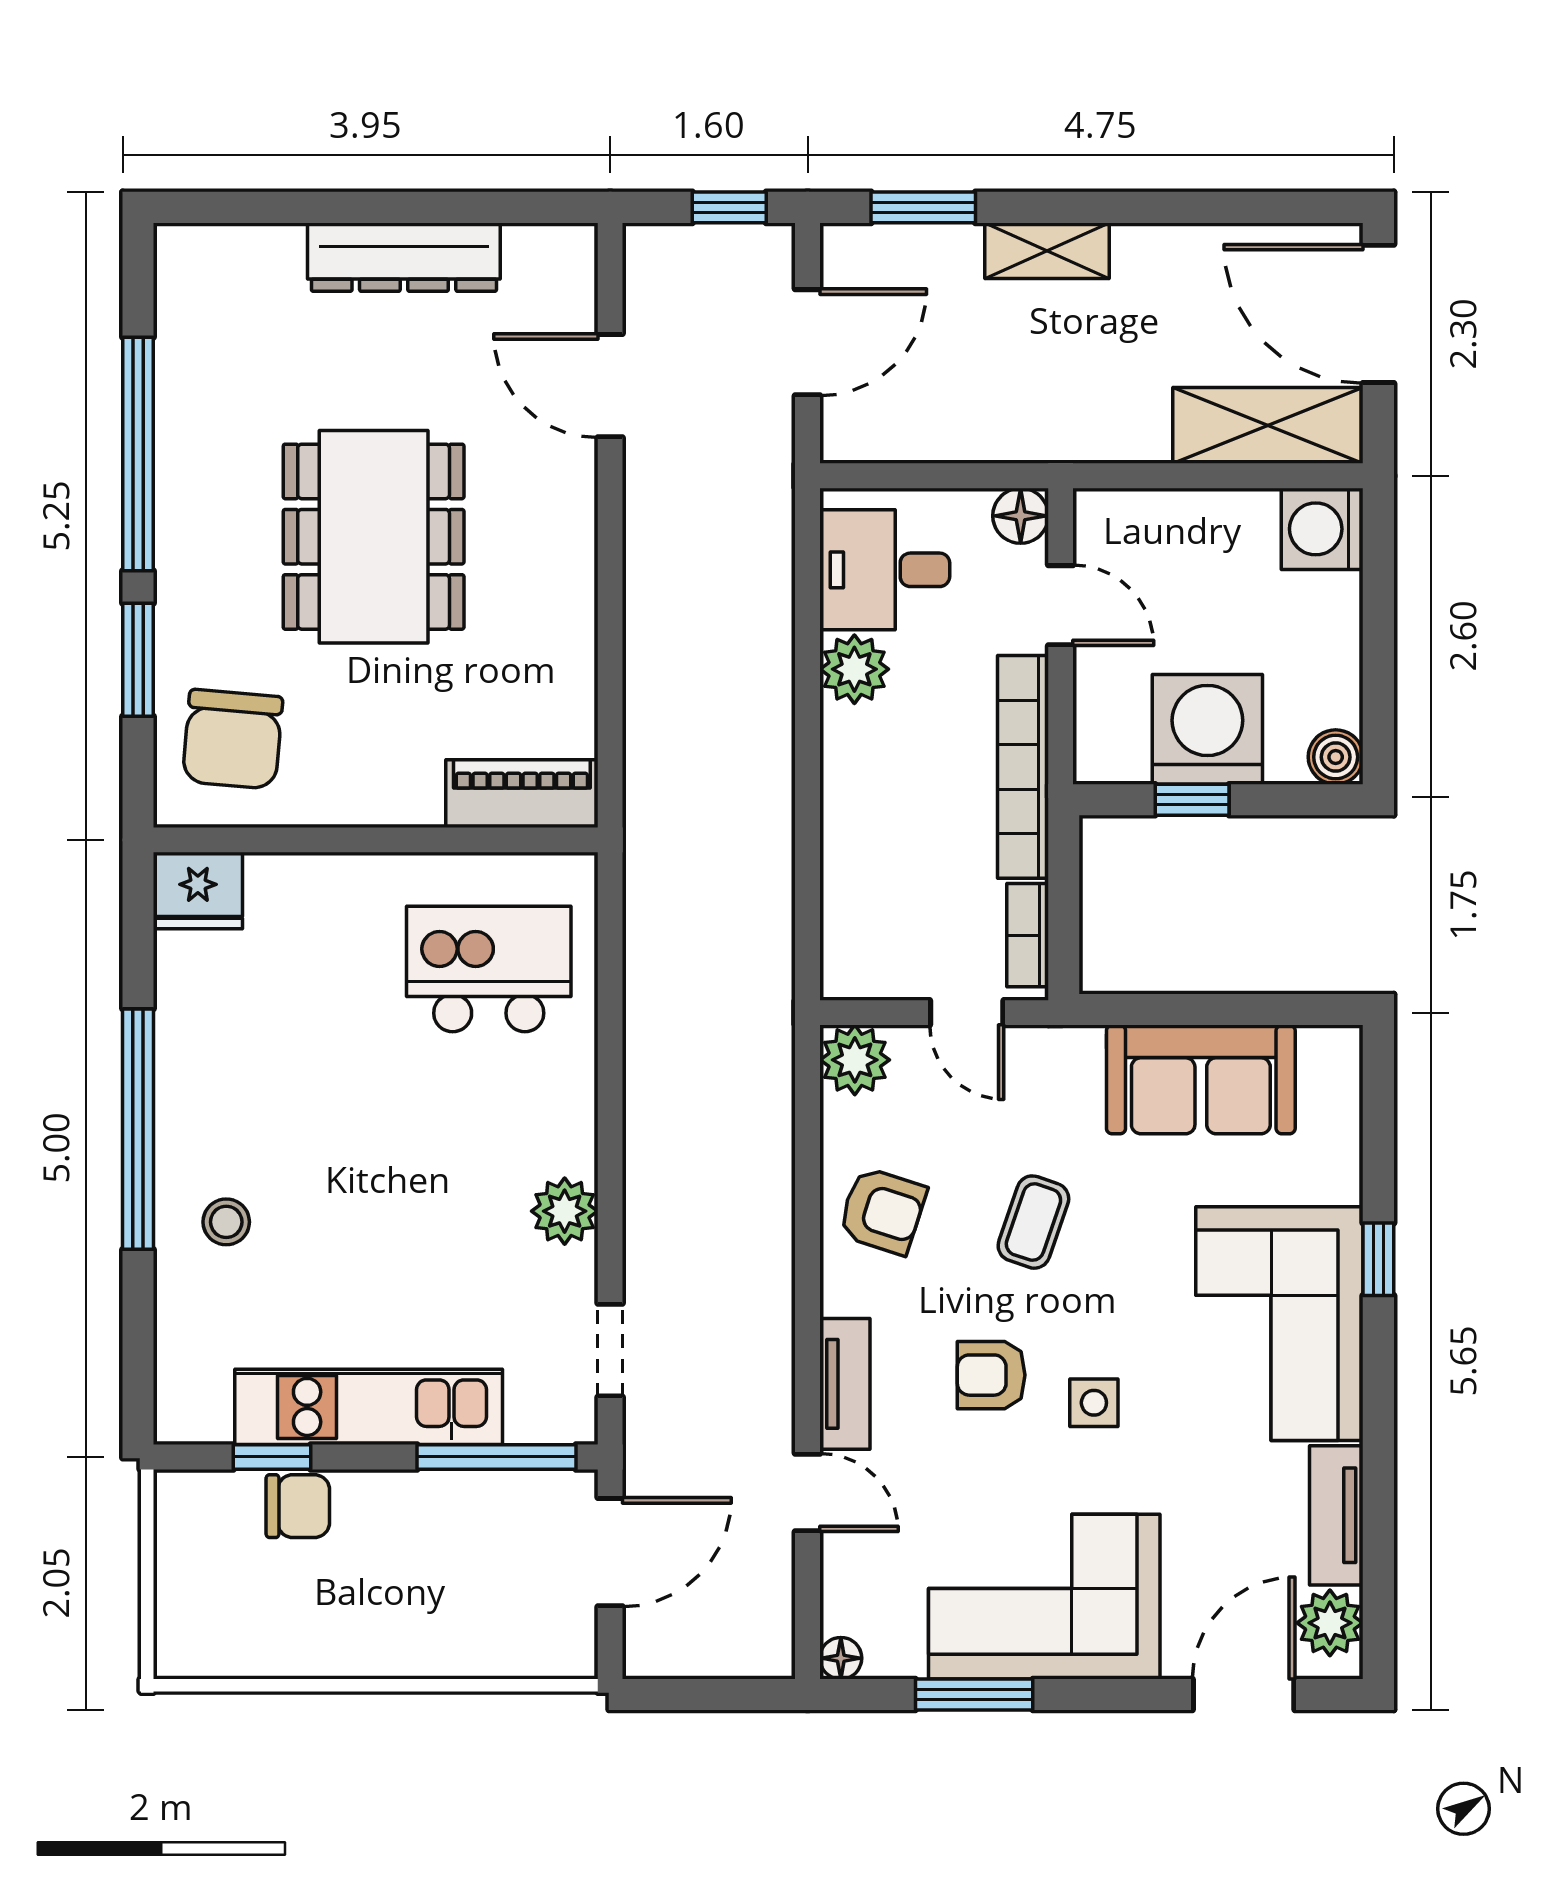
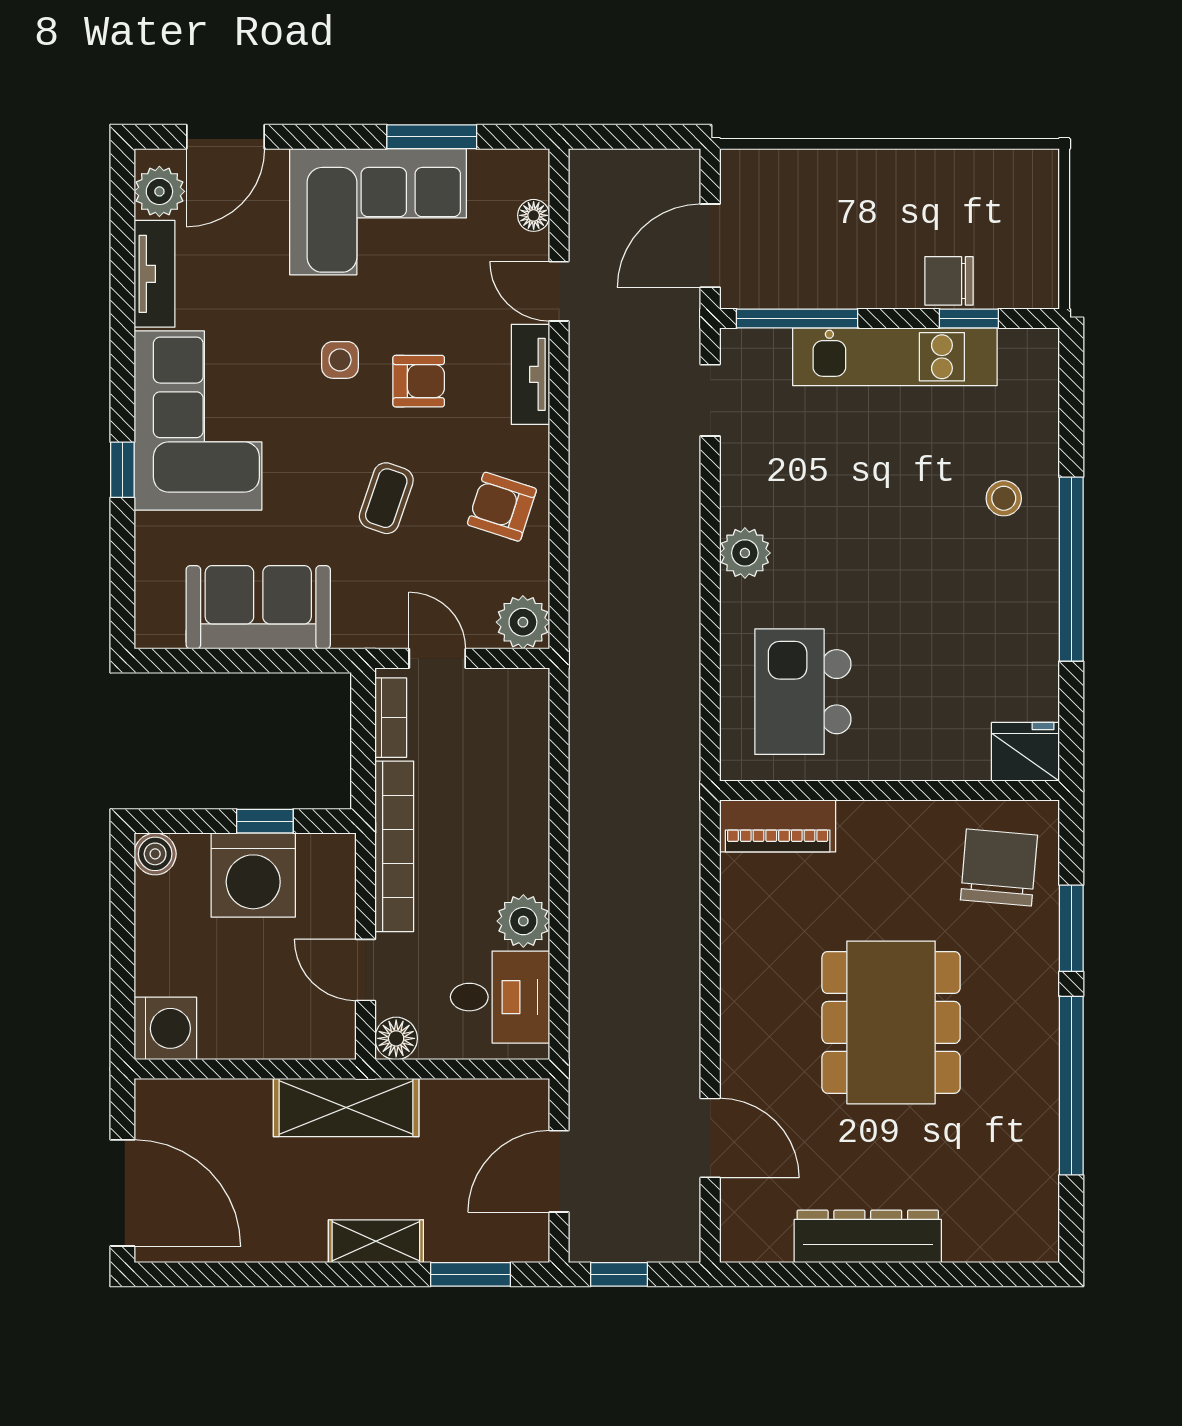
shelving: (1268, 425) -> (346, 1108), moved
kitchen island: (489, 969) -> (803, 692), turned 90
plant: (565, 1211) -> (745, 553), moved
floor lamp: (841, 1658) -> (534, 215), moved

